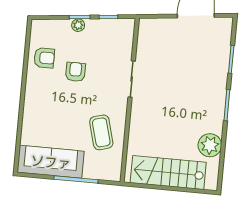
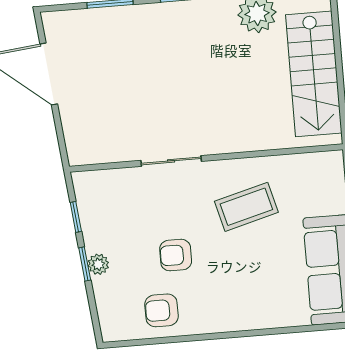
armchair: (44, 58) -> (162, 310), turned -90
coffee table: (101, 132) -> (246, 207), moved

